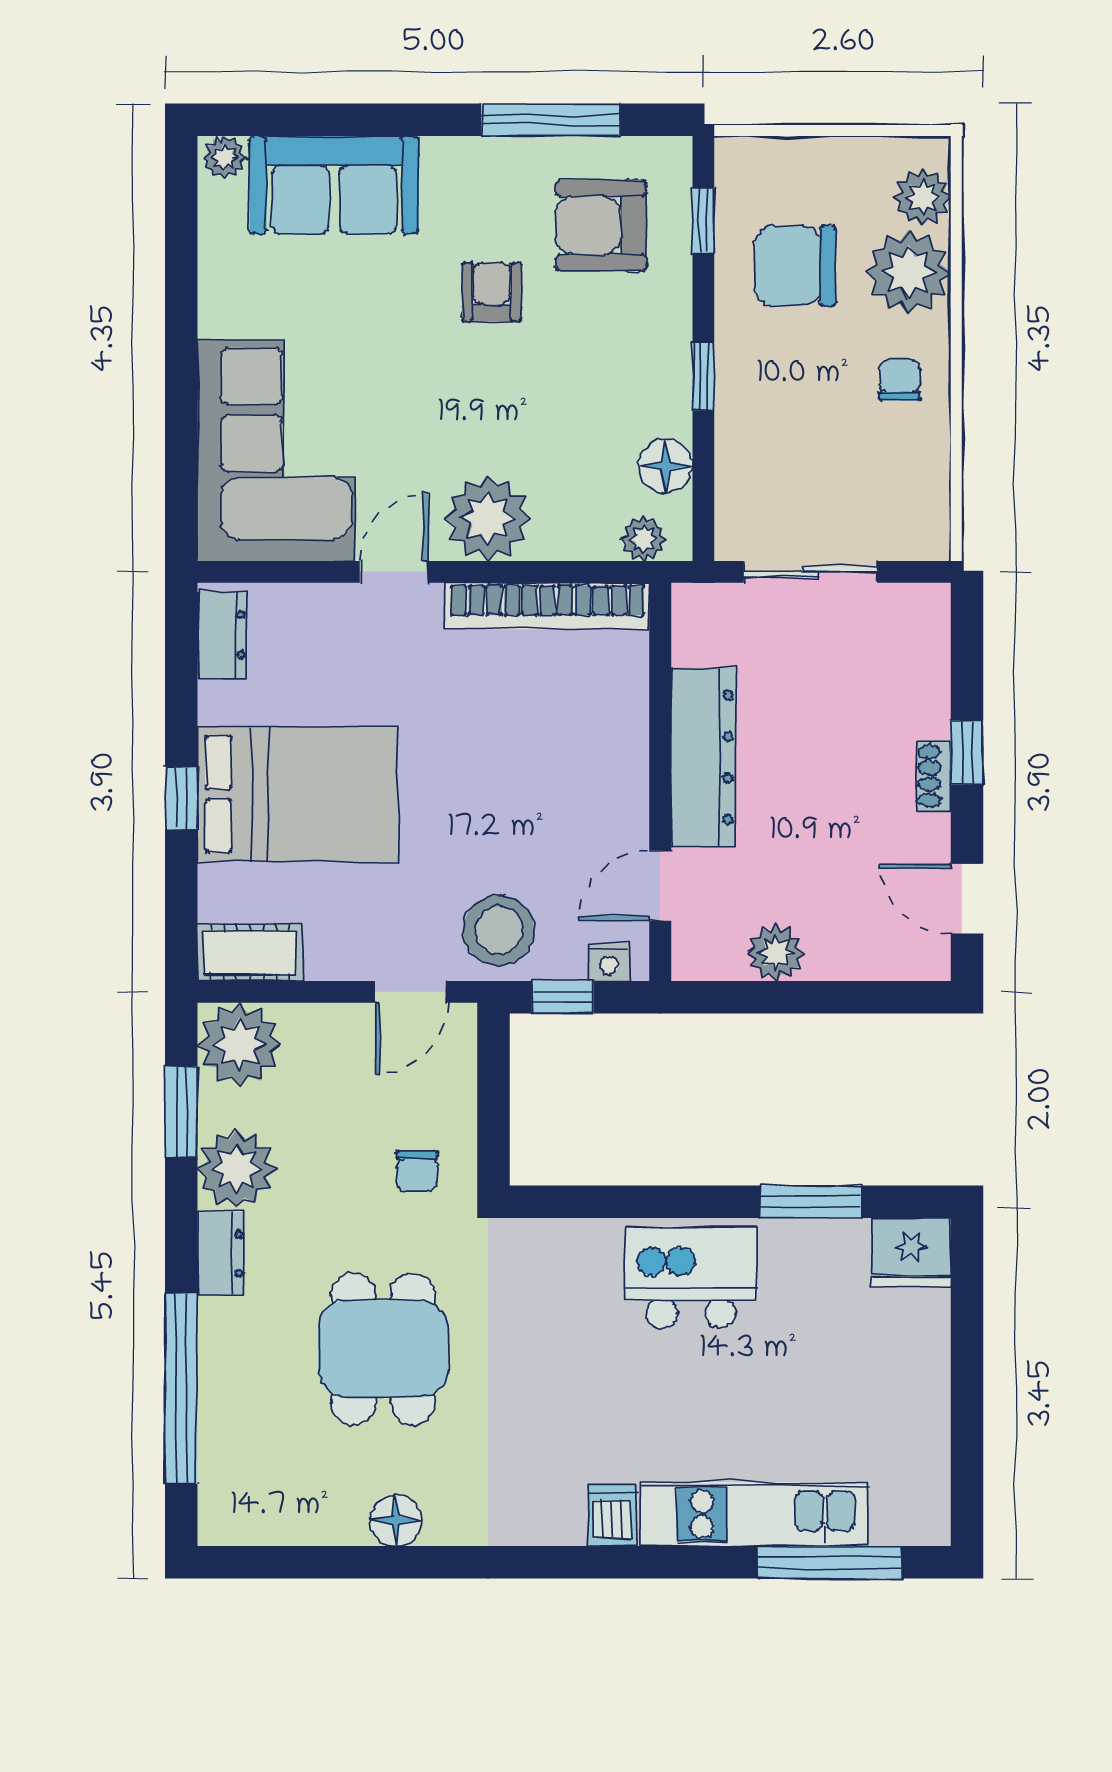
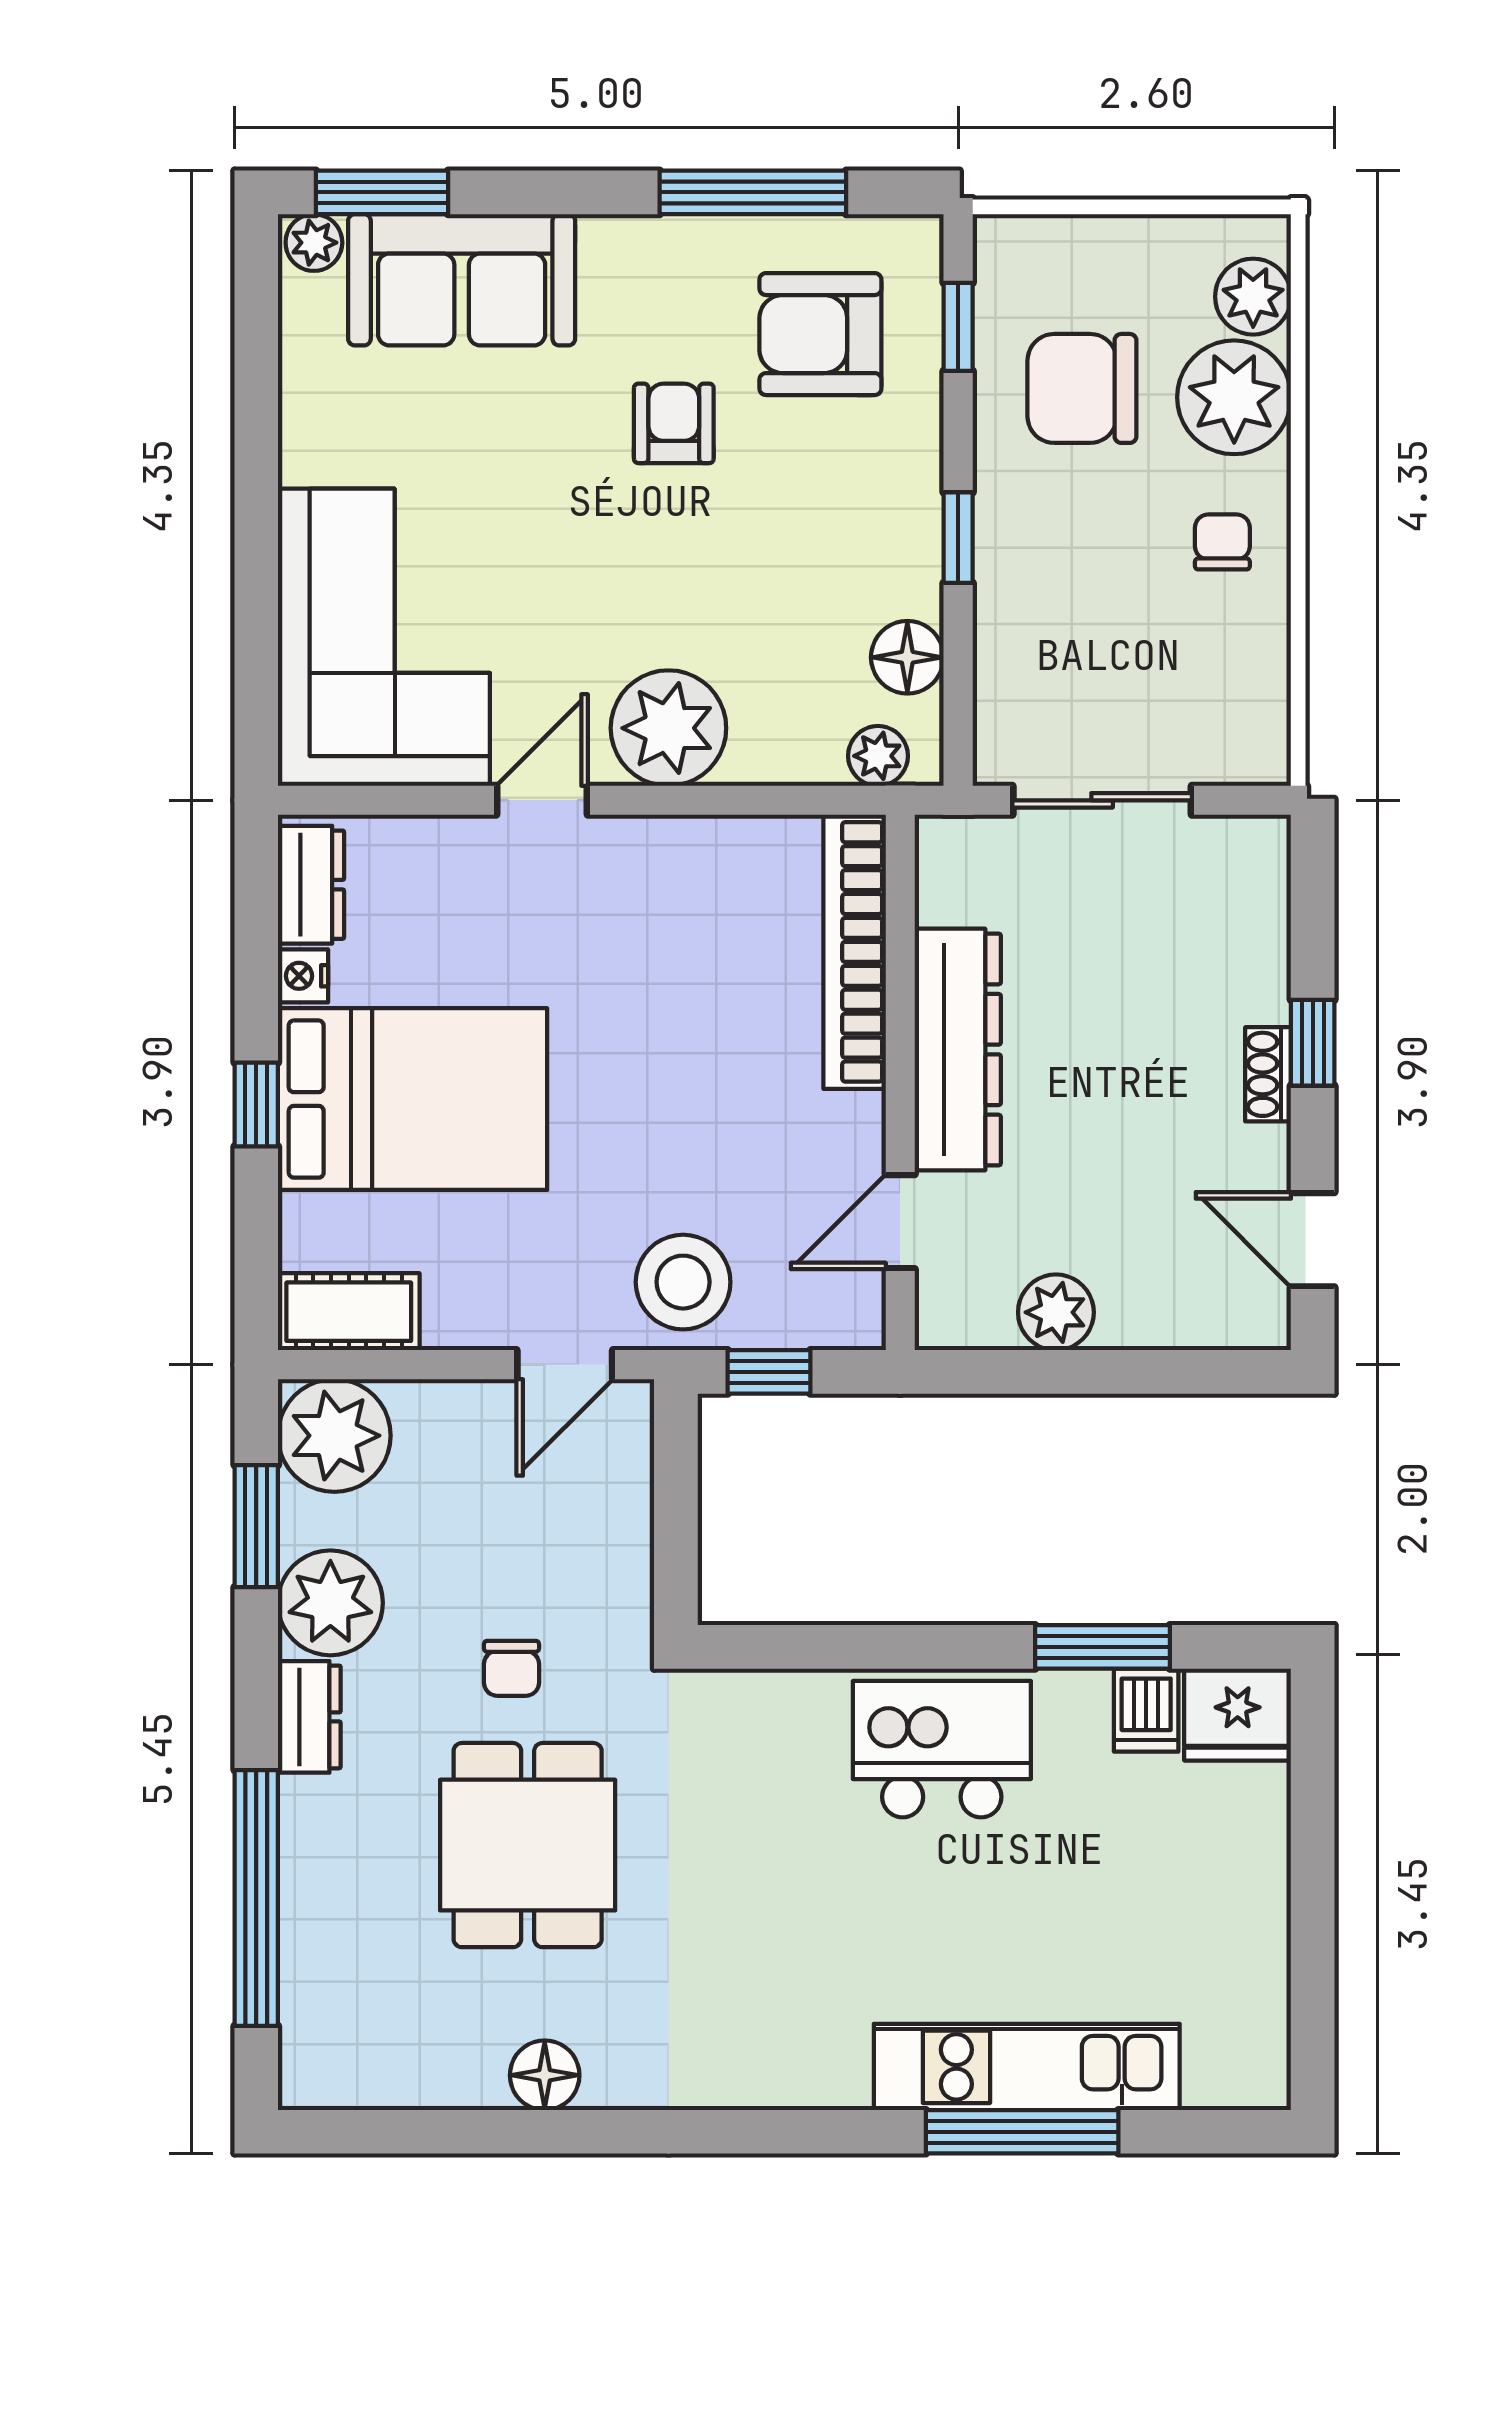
window: (275, 120) -> (382, 192), added
bookcase: (547, 606) -> (855, 952), moved, turned 90
nightstand: (609, 962) -> (303, 976), moved, turned 90
chair: (417, 1171) -> (511, 1668), moved
dishwasher: (612, 1515) -> (1146, 1710), moved, turned 180
window: (829, 1562) -> (1022, 2132), moved

